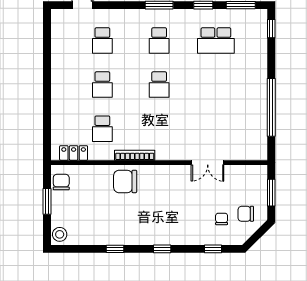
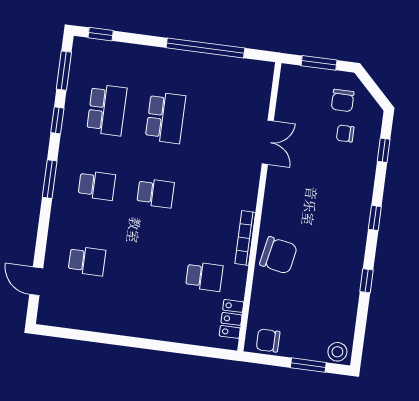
school desk: (102, 85) -> (165, 118), moved, width x1.85
chair: (125, 181) -> (278, 255), turned -79
window: (47, 201) -> (308, 365), moved

